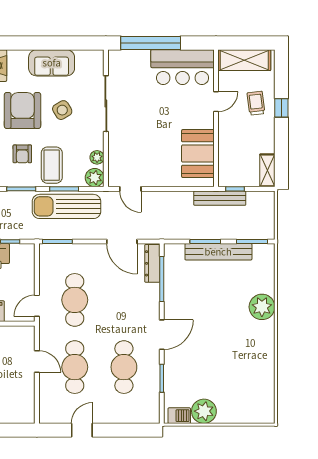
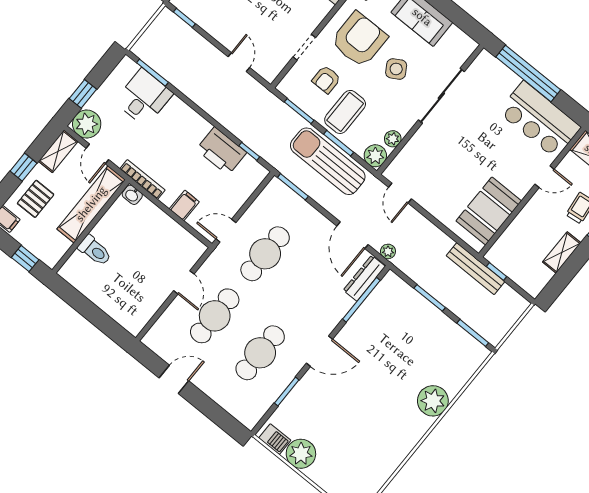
shelving: (267, 170) -> (562, 252), moved
plant: (154, 233) -> (388, 251), added
bench: (218, 252) -> (434, 317), removed

